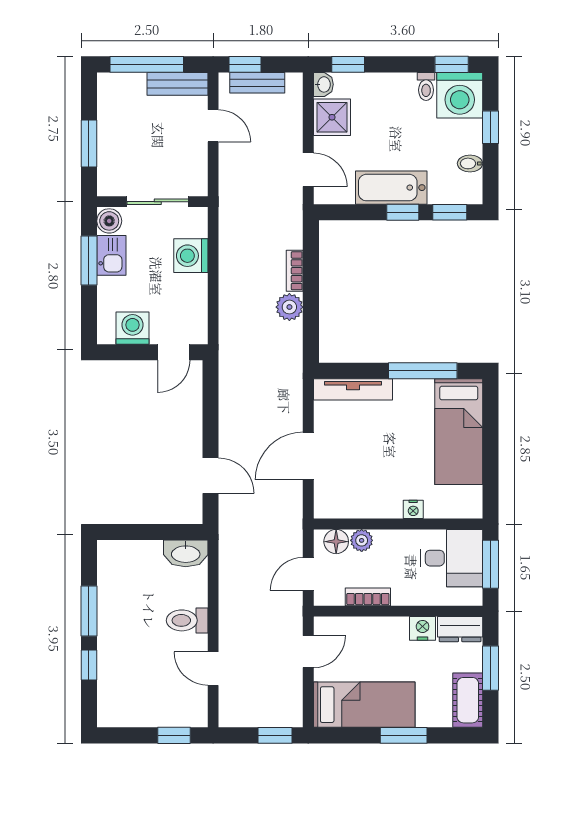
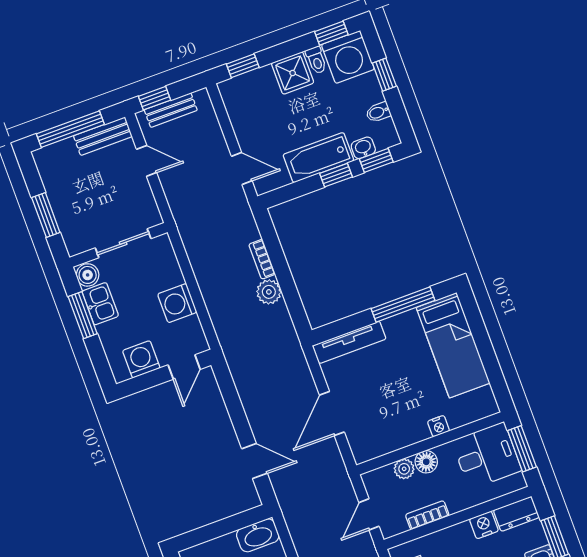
washbasin: (323, 84) -> (363, 148), moved, turned -90
shower: (332, 117) -> (293, 73), moved
washing machine: (191, 256) -> (177, 303), moved
floor lamp: (336, 542) -> (426, 462), moved

